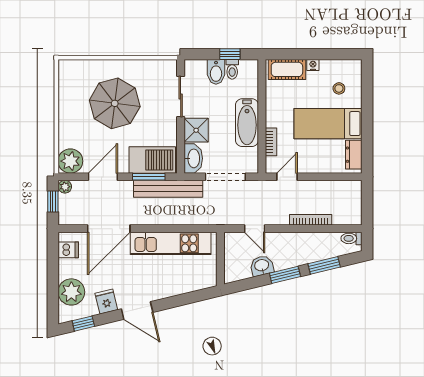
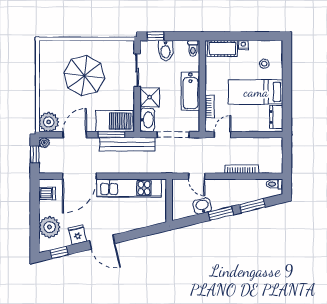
window: (230, 54) -> (155, 36), moved
toilet: (232, 69) -> (193, 48), moved

